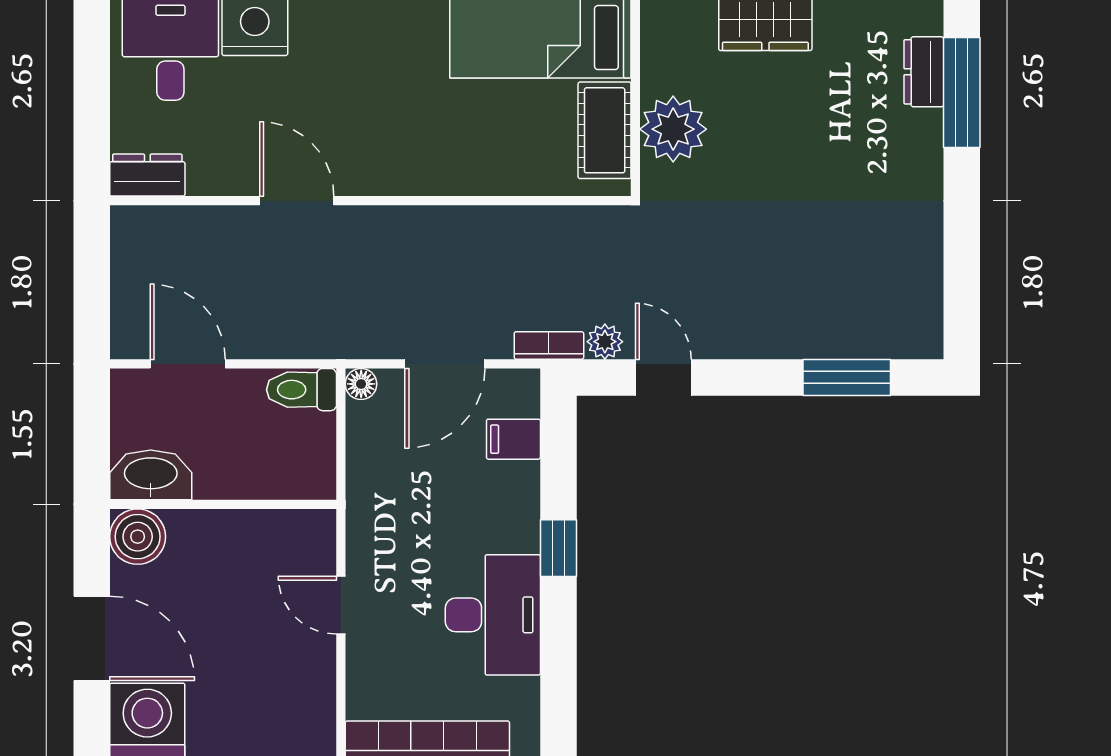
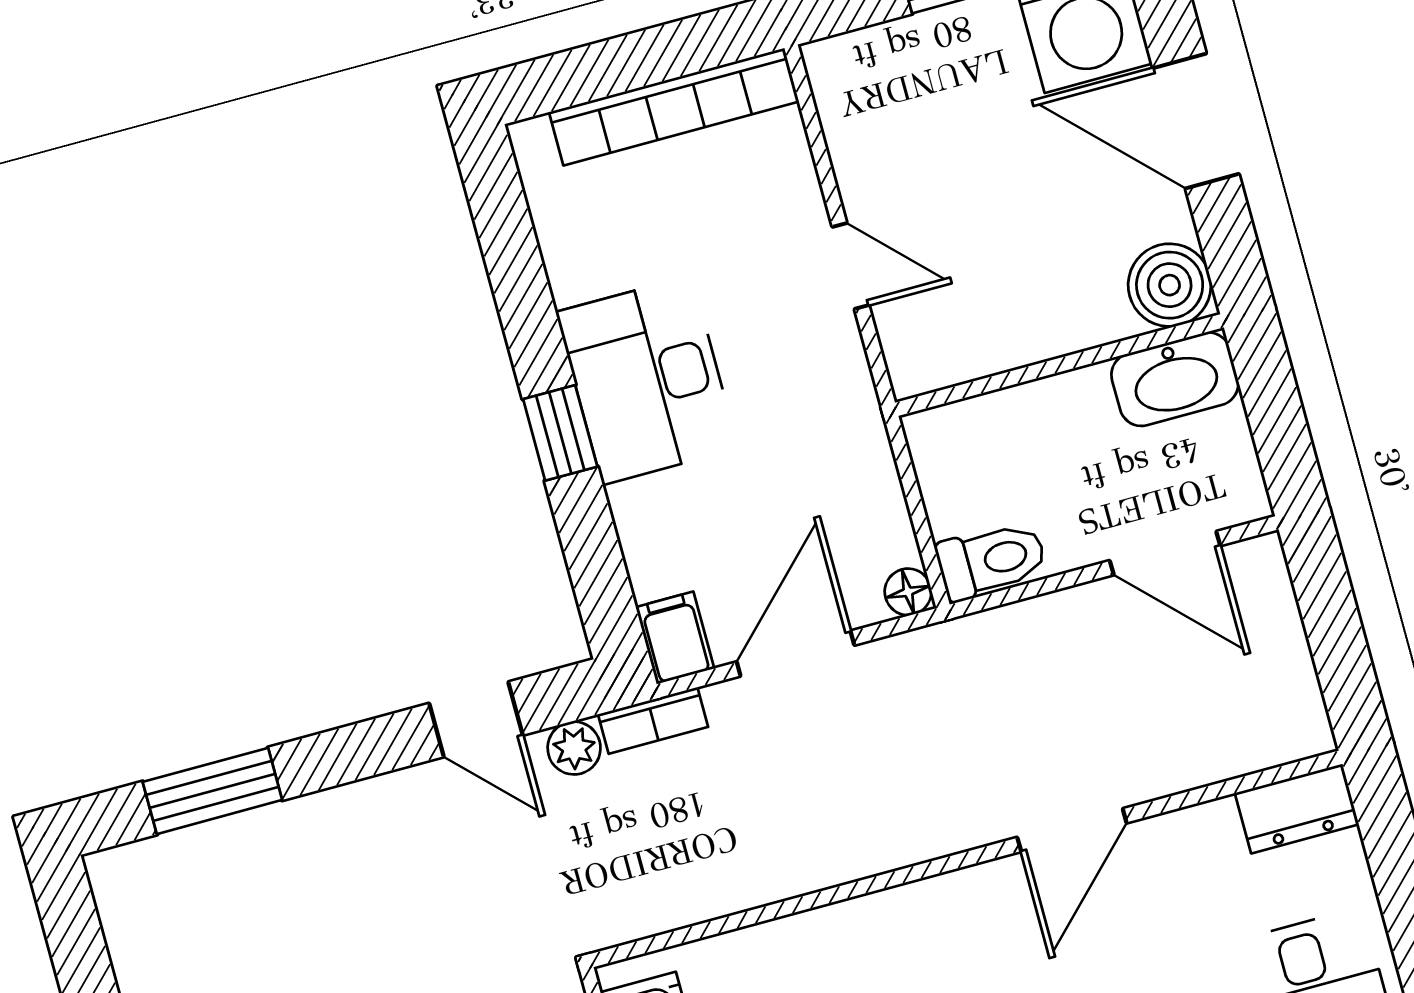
door: (297, 201) -> (1072, 830), hinge flipped
filing cabinet: (513, 439) -> (675, 638), moved, turned -90
desk: (493, 615) -> (647, 380), moved

